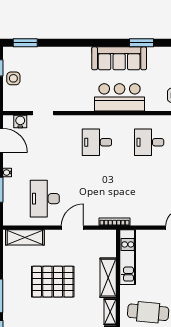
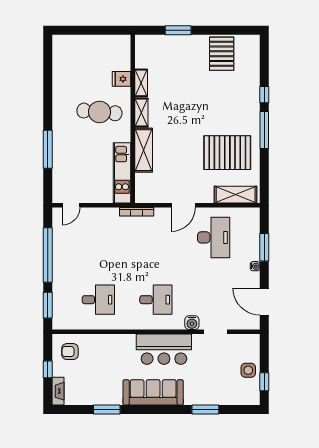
window: (25, 43) -> (205, 410), moved
sofa: (119, 58) -> (153, 392), moved
bar counter: (120, 97) -> (164, 349), moved
water cooler: (20, 121) -> (192, 323), moved
pallet: (53, 282) -> (227, 153), moved

